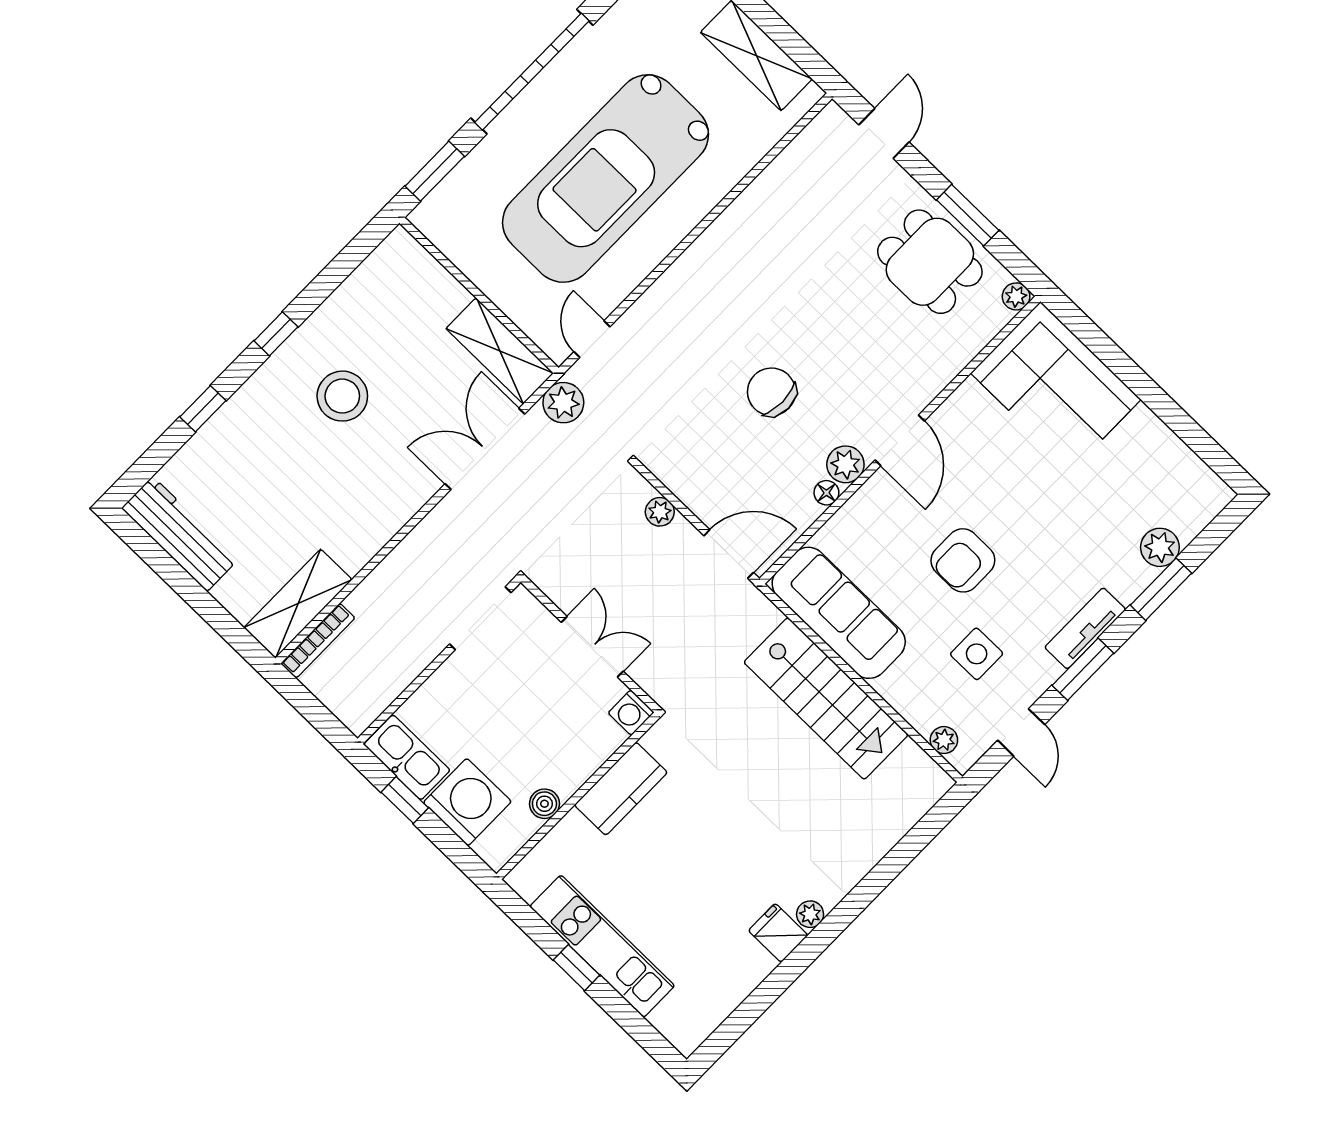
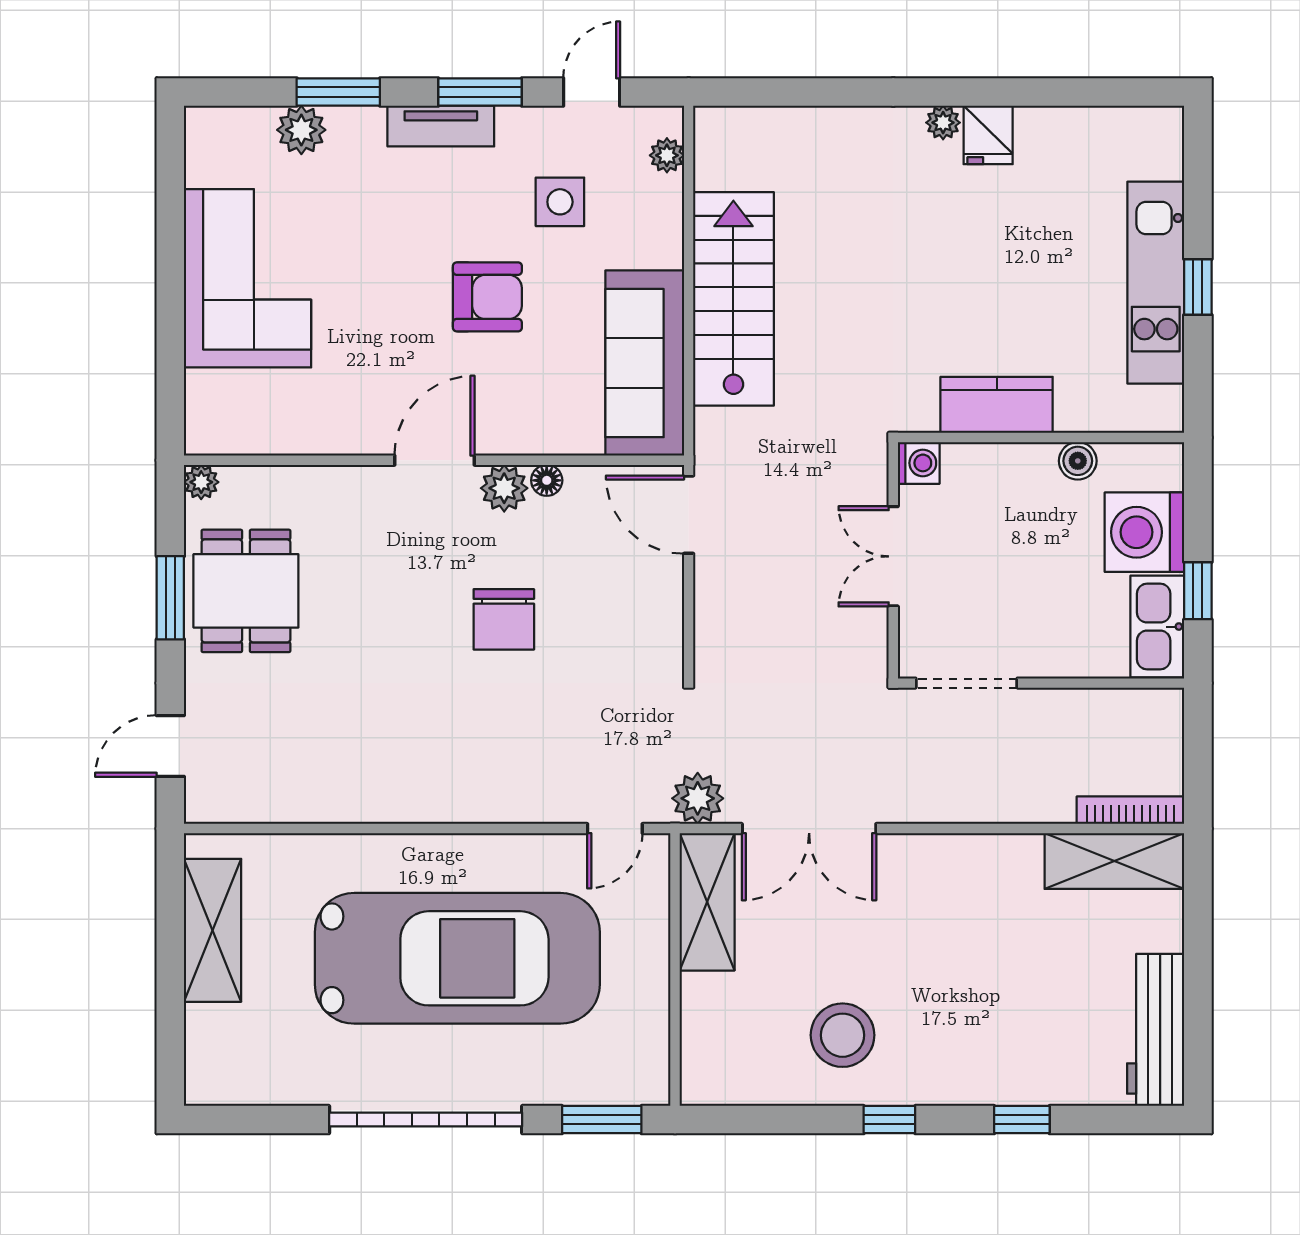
corner sofa: (1056, 386) -> (248, 278), moved
stool: (342, 396) -> (843, 1035), moved
plant: (660, 512) -> (711, 614), removed

